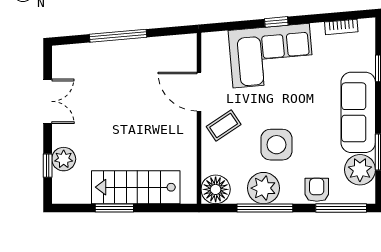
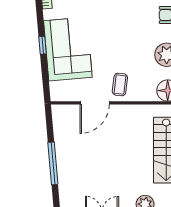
coffee table: (224, 125) -> (120, 85), turned 41
side table: (276, 145) -> (134, 45), removed

